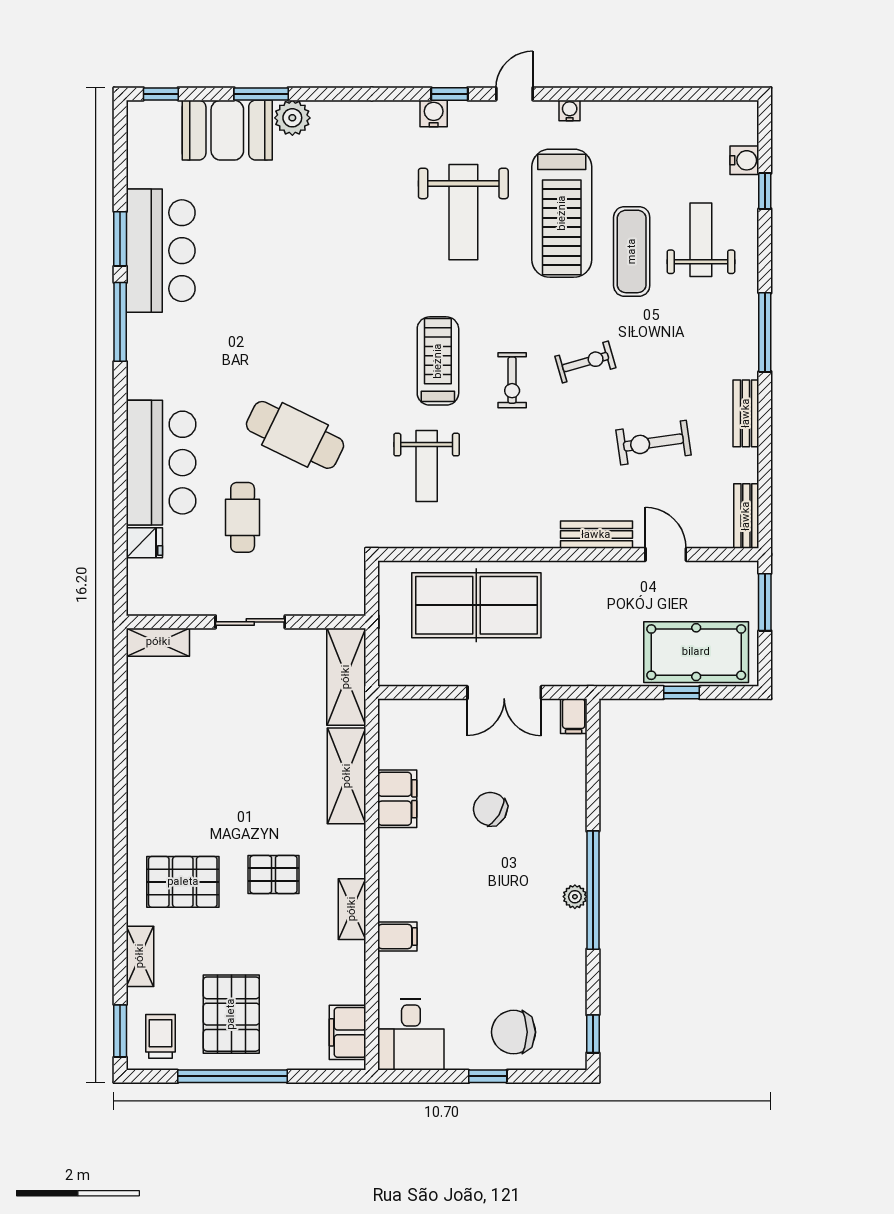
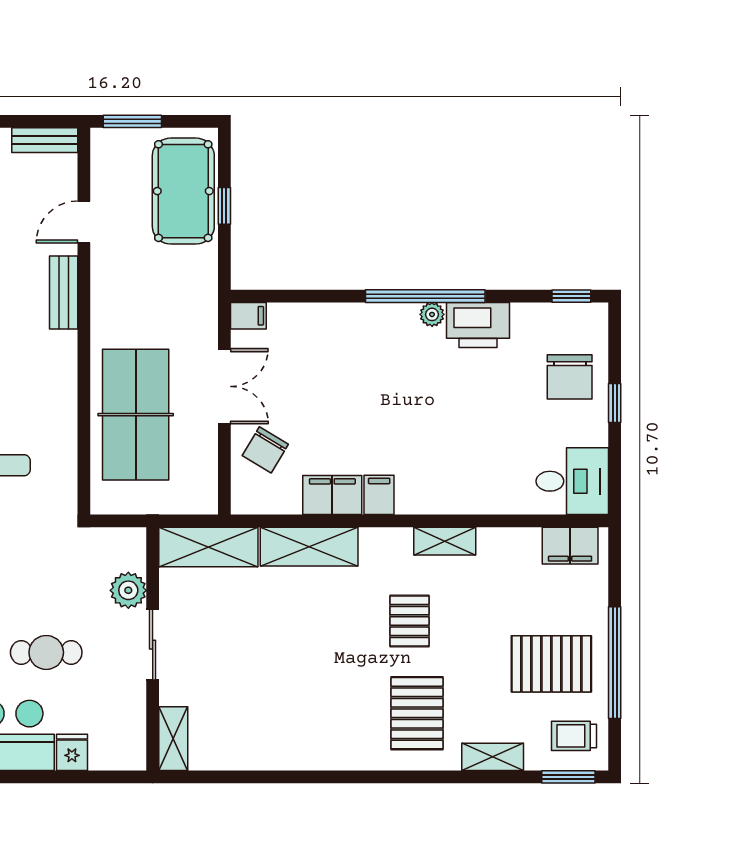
plant: (304, 598) -> (128, 590), added
chair: (490, 809) -> (265, 450), moved
filing cabinet: (397, 937) -> (379, 495), moved
printer: (565, 942) -> (478, 325), added

